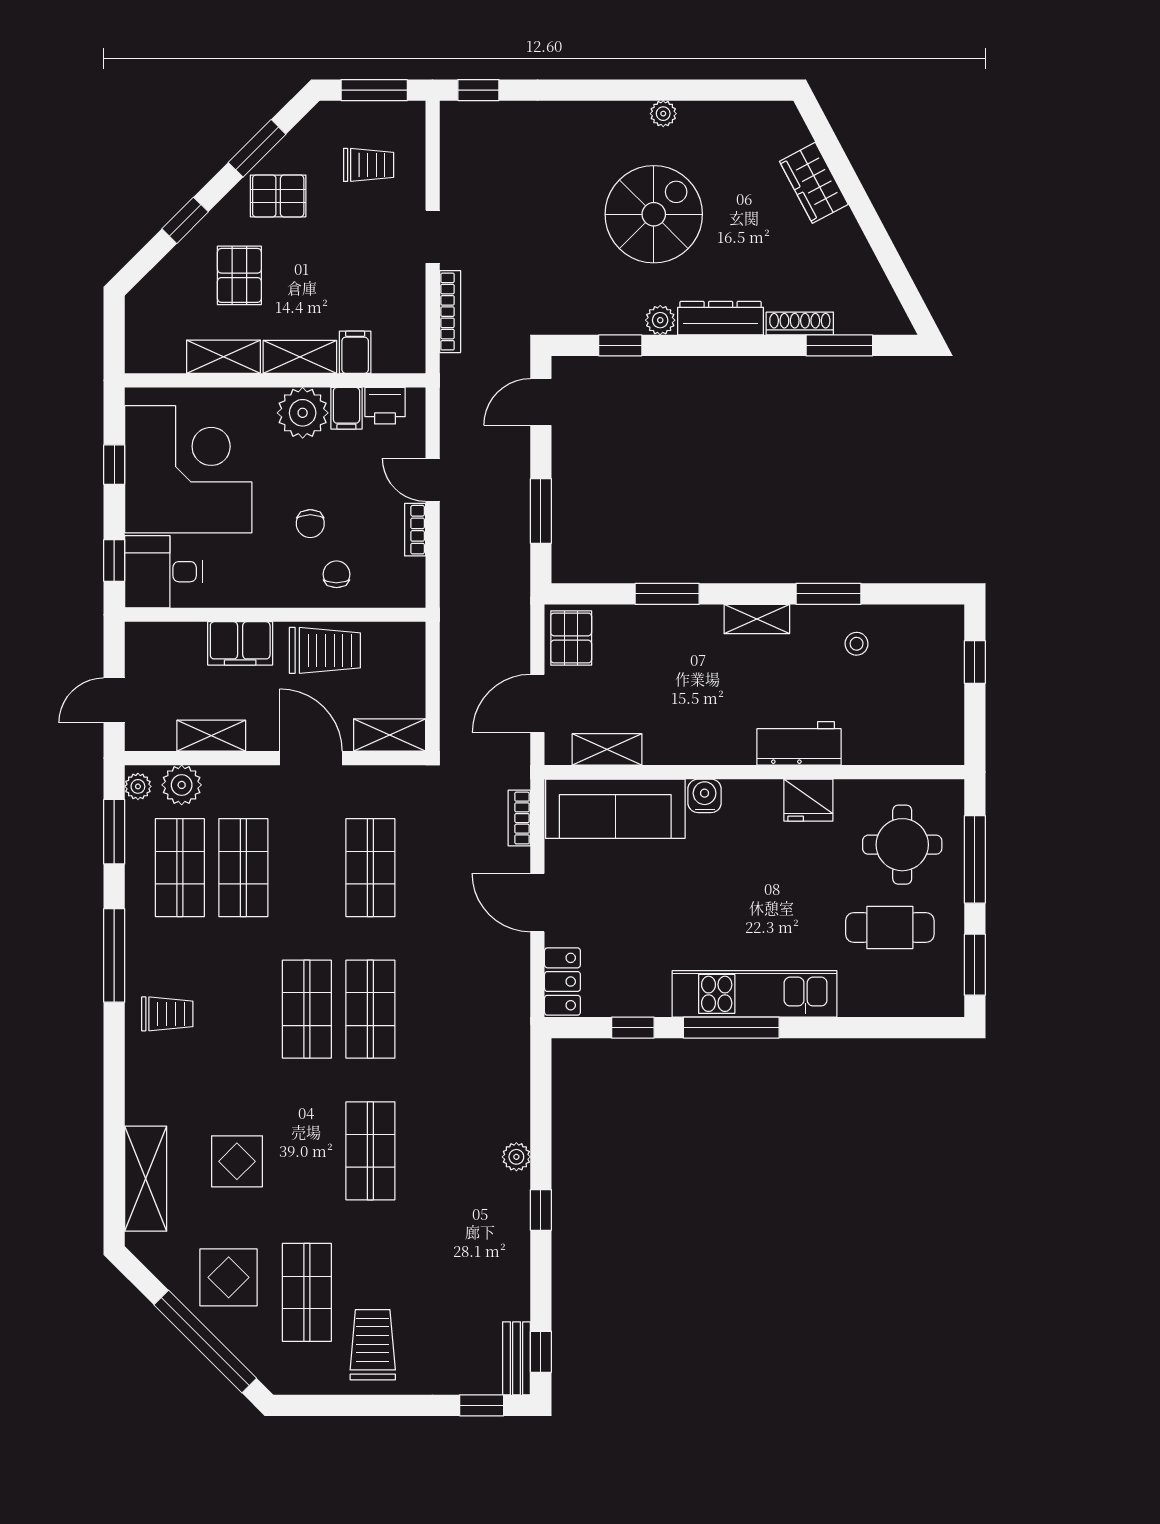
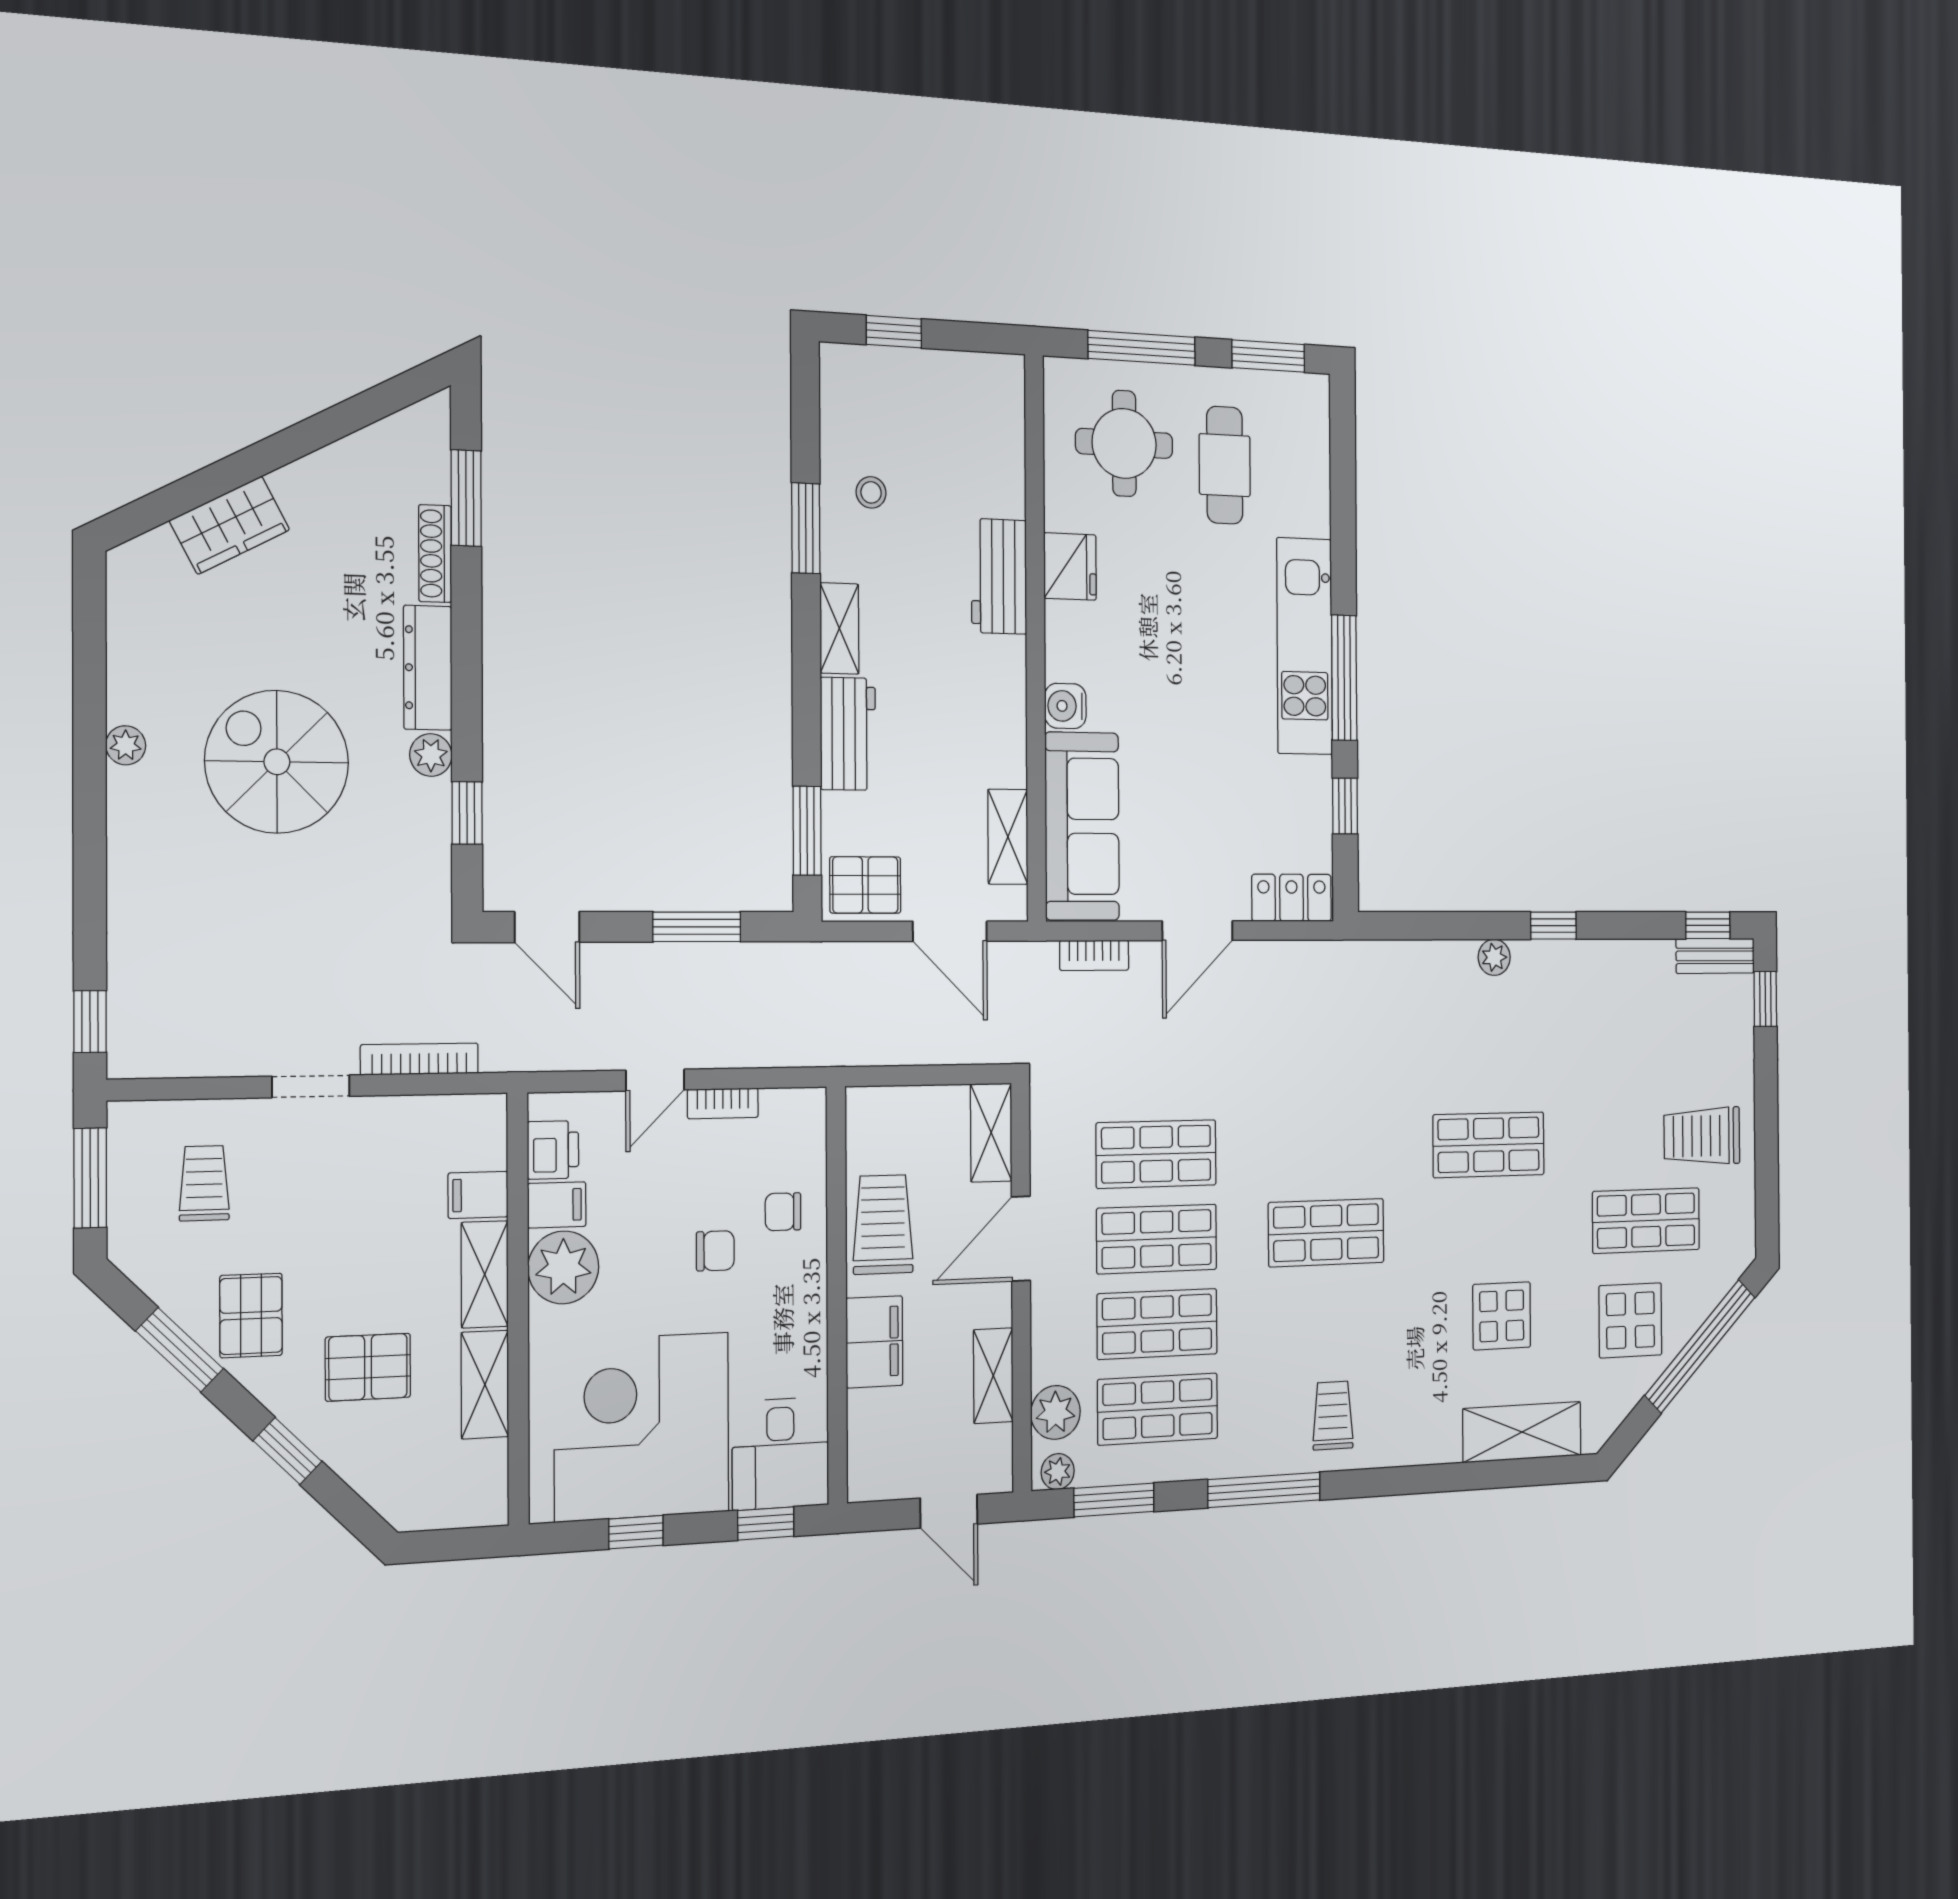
window: (667, 594) -> (807, 831), moved
workbench: (681, 625) -> (848, 734), added
shop shelf: (370, 1009) -> (1157, 1239), moved

